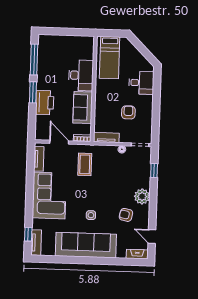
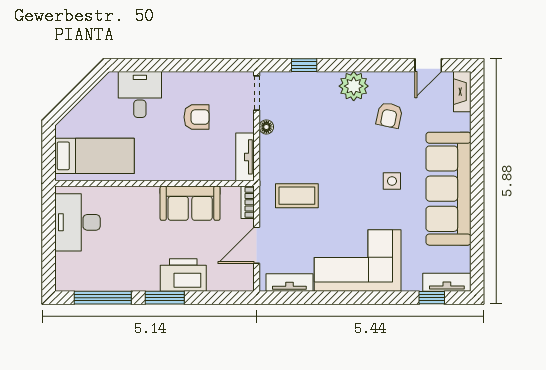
desk: (81, 75) -> (78, 222), moved, turned -90
armchair: (128, 112) -> (197, 117), turned 180

